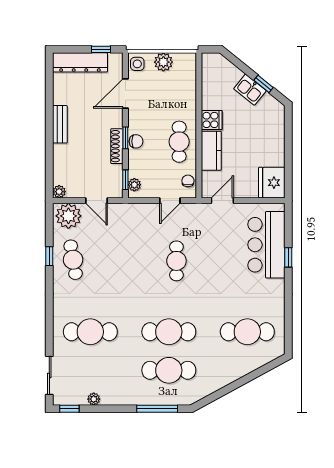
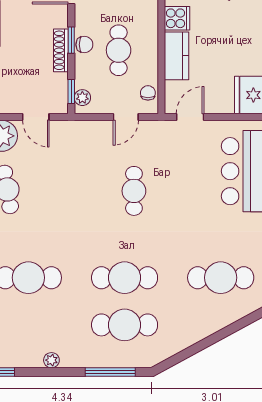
cafe table: (179, 142) -> (119, 50), moved
plant: (94, 399) -> (51, 360), moved

